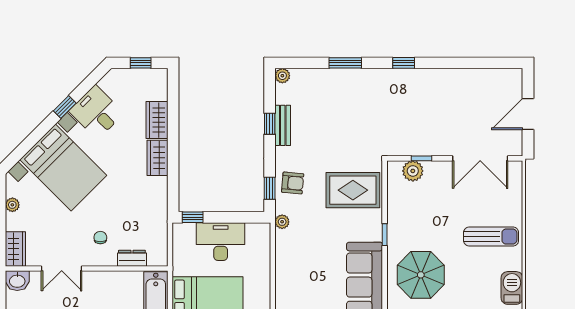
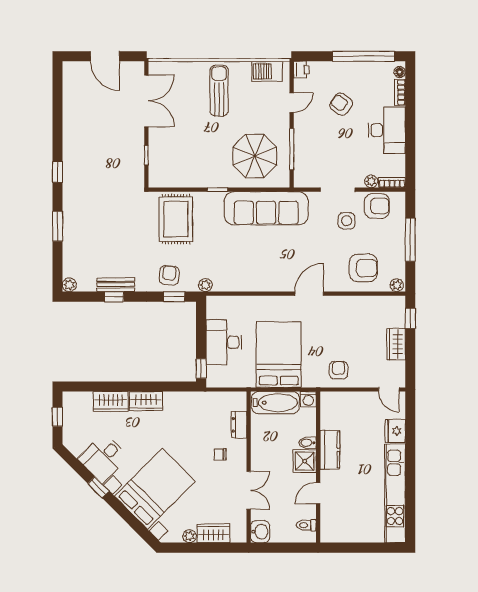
plant: (413, 171) -> (158, 163), removed
wardrobe: (15, 249) -> (214, 533), moved

